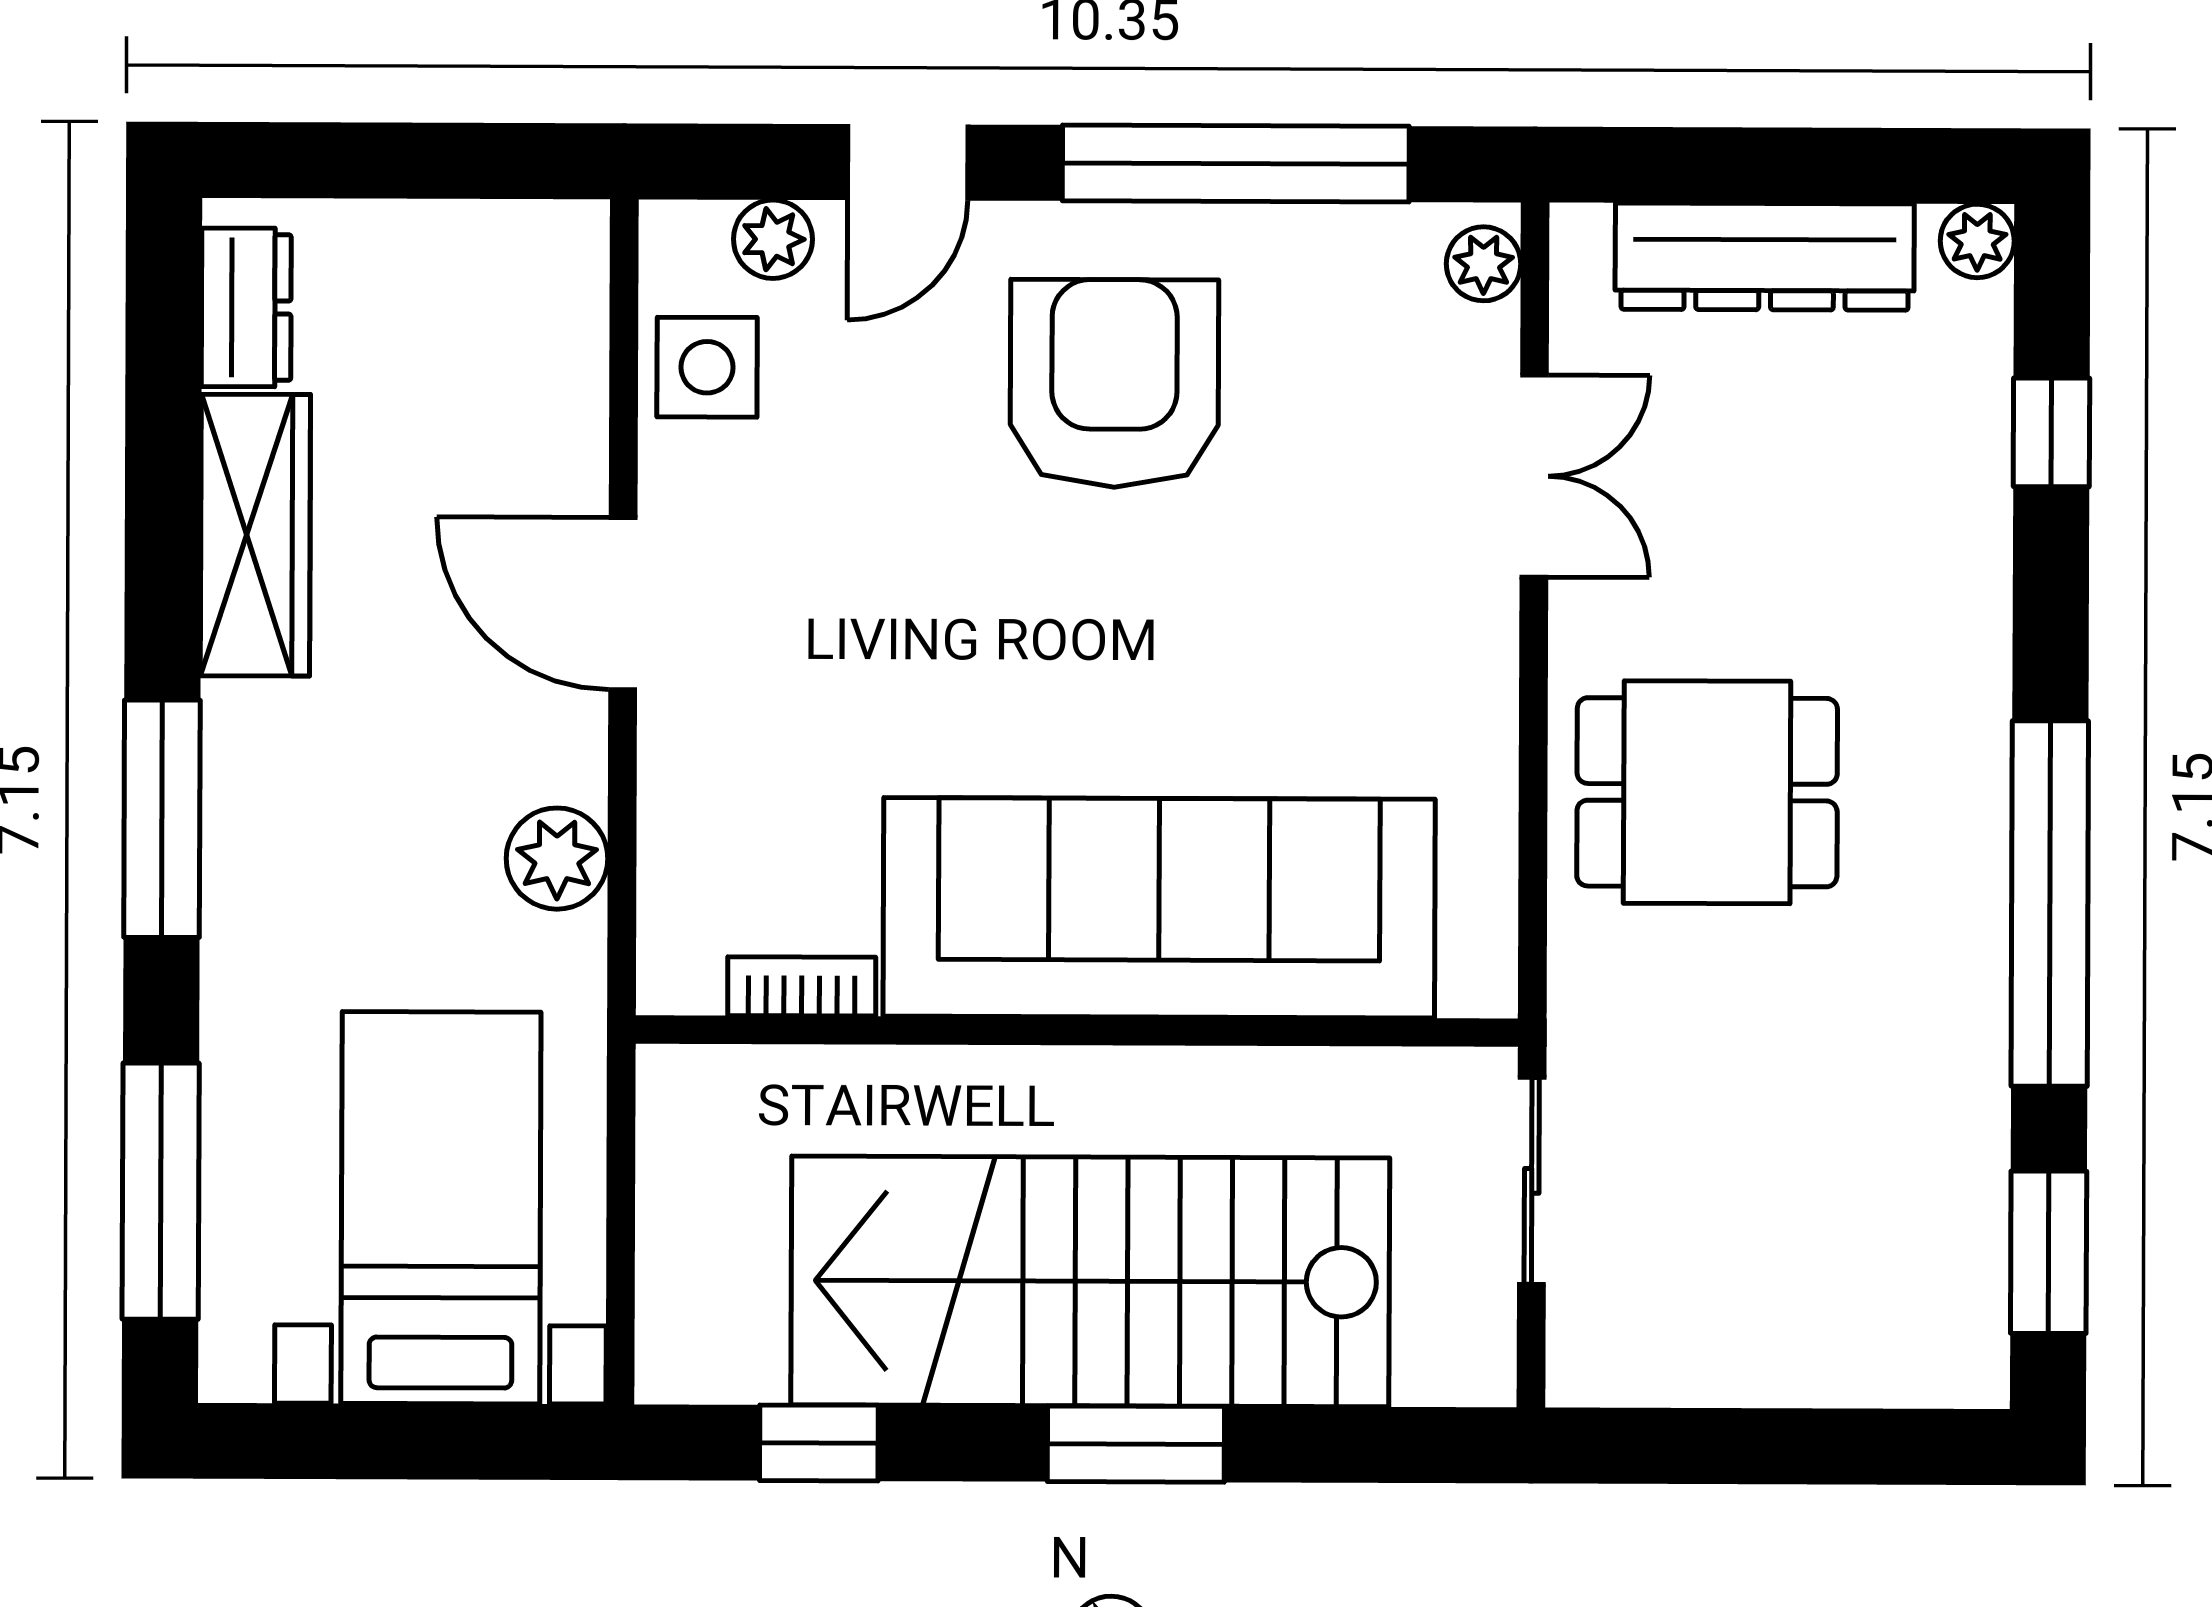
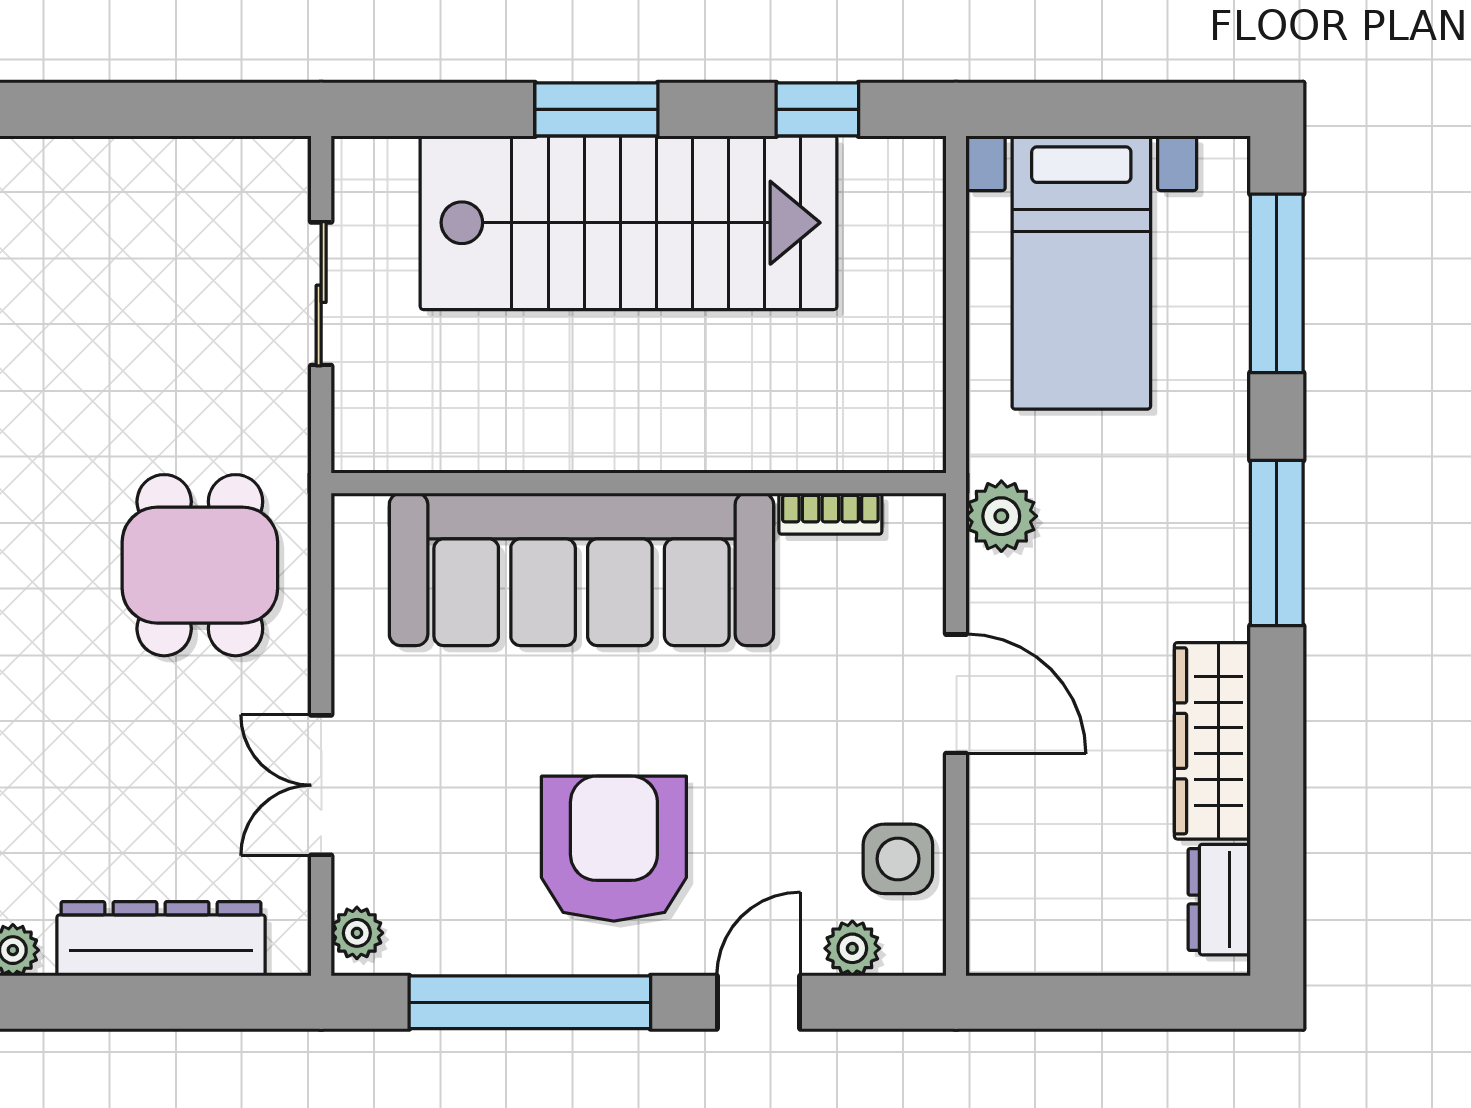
armchair: (1114, 383) -> (614, 849), turned 180
dining table: (1707, 792) -> (200, 565), turned 90
sofa: (1159, 908) -> (581, 569), moved
bookcase: (802, 986) -> (830, 514), moved
wall: (1077, 1031) -> (639, 483), moved

